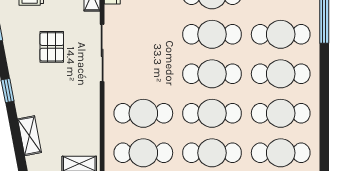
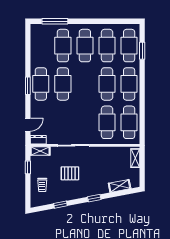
cafe table: (212, 74) -> (85, 84), removed

